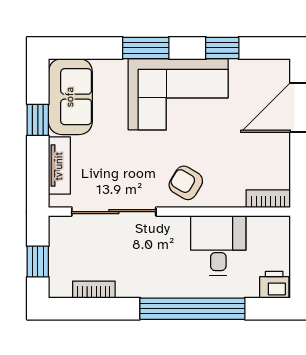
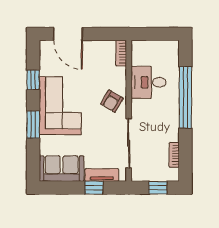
window: (38, 120) -> (94, 188), moved
printer: (274, 285) -> (171, 50), removed

